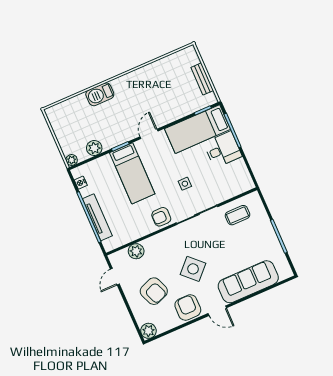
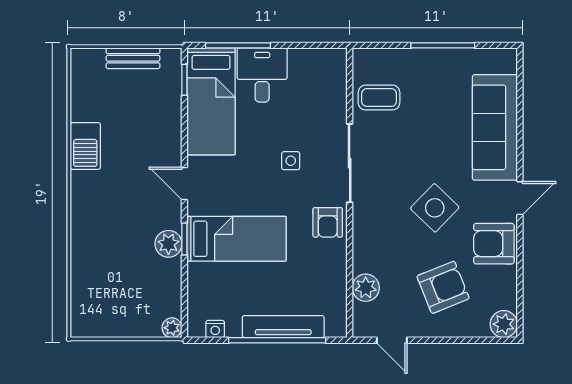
barbecue: (100, 94) -> (85, 146), moved
plant: (94, 148) -> (168, 244), moved
coffee table: (237, 215) -> (379, 98), turned 90

